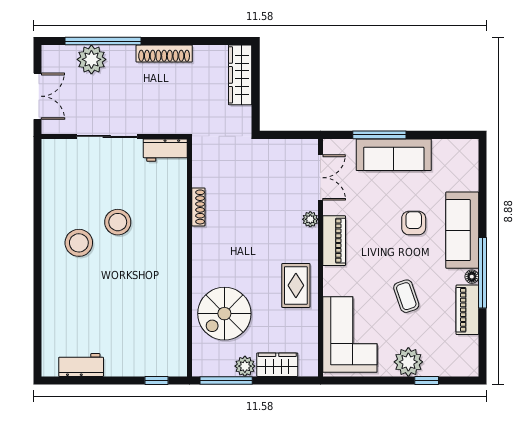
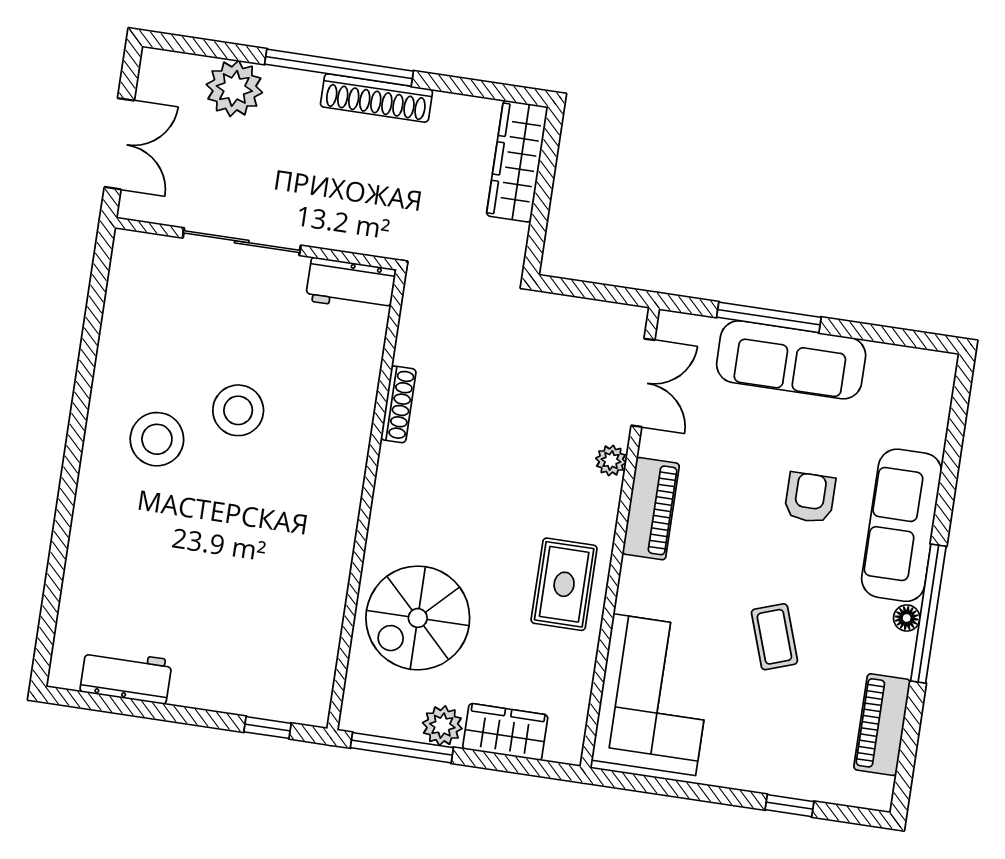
window: (103, 41) -> (339, 68), moved
piano: (467, 310) -> (882, 725), moved
plant: (408, 362) -> (759, 765), removed

